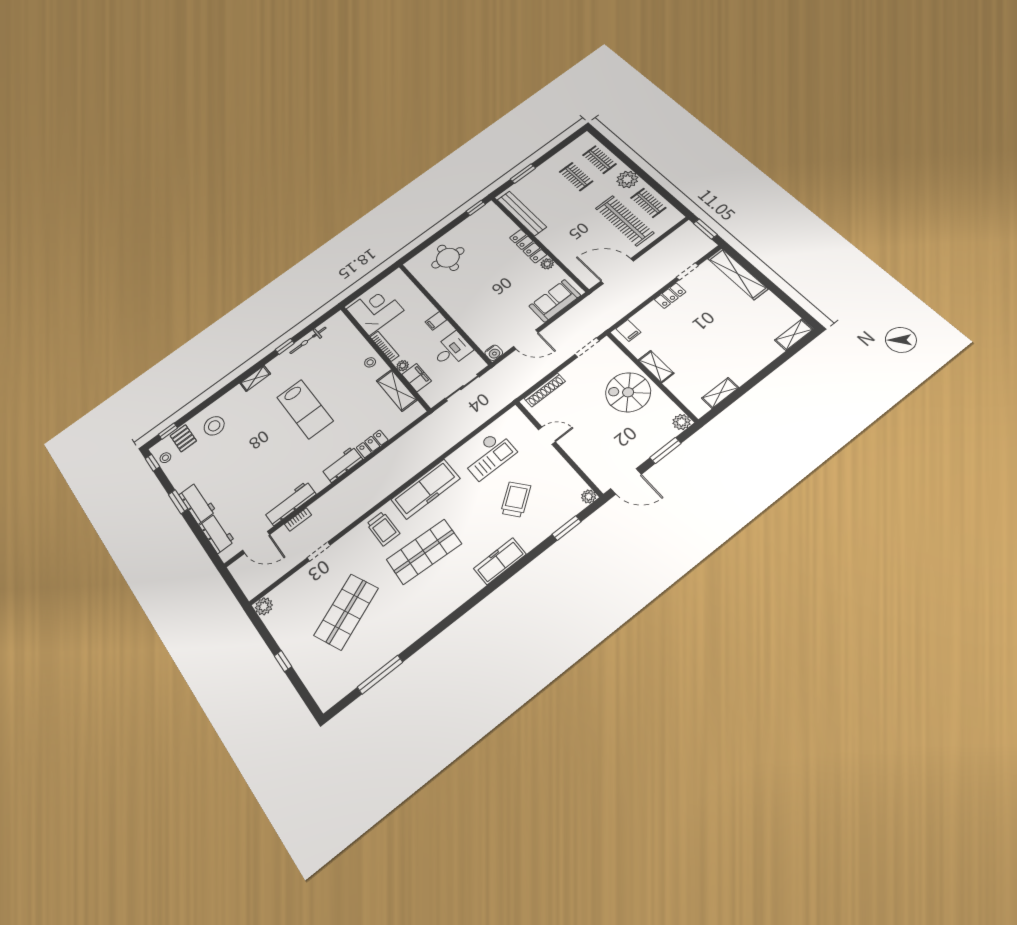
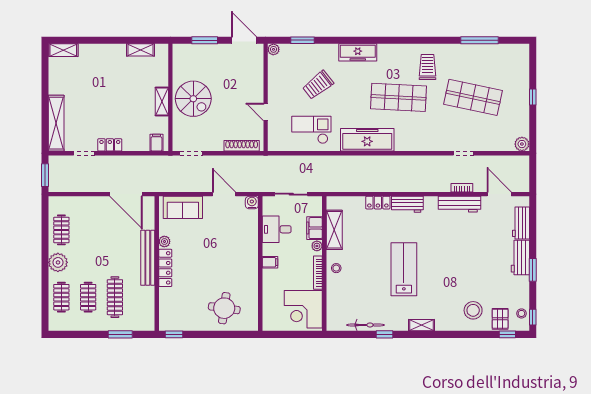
bench: (522, 213) -> (148, 258), moved
clothes rail: (624, 221) -> (115, 297), moved, width x0.73, depth x0.76
plant: (682, 422) -> (179, 51), removed
trolley: (383, 529) -> (427, 67), moved
shop shelf: (346, 612) -> (473, 97), turned 36

